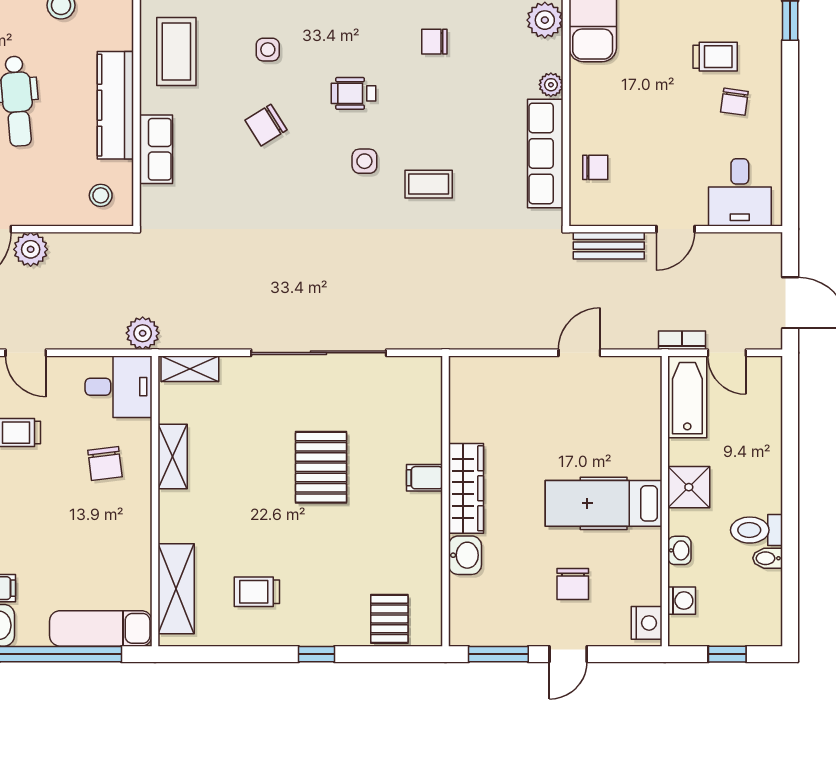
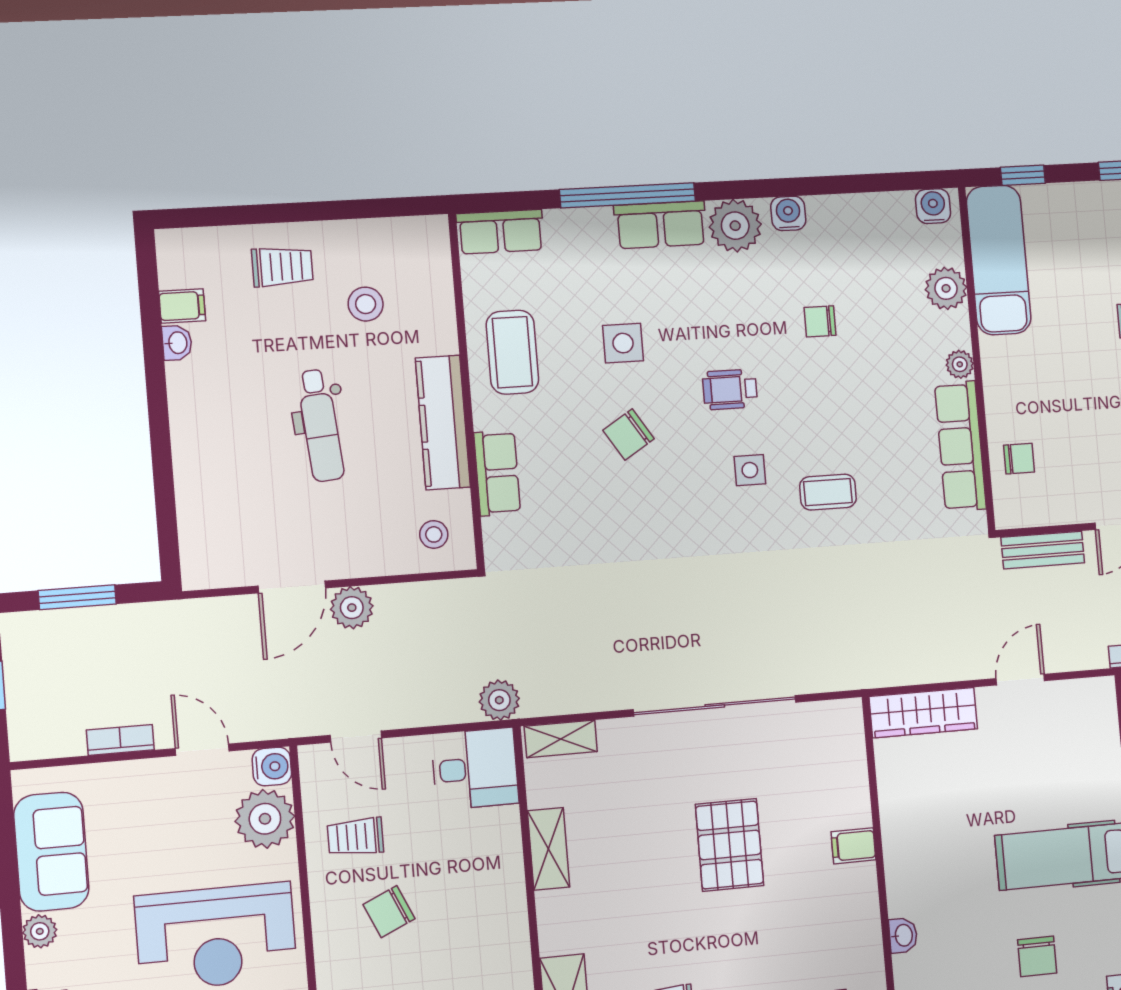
side table: (268, 50) -> (623, 343), width x1.37, depth x1.37
chair: (105, 464) -> (389, 912), moved, turned 73
wardrobe: (466, 488) -> (923, 713), moved, turned 90
washbasin: (465, 555) -> (903, 935), width x0.72, depth x0.69

